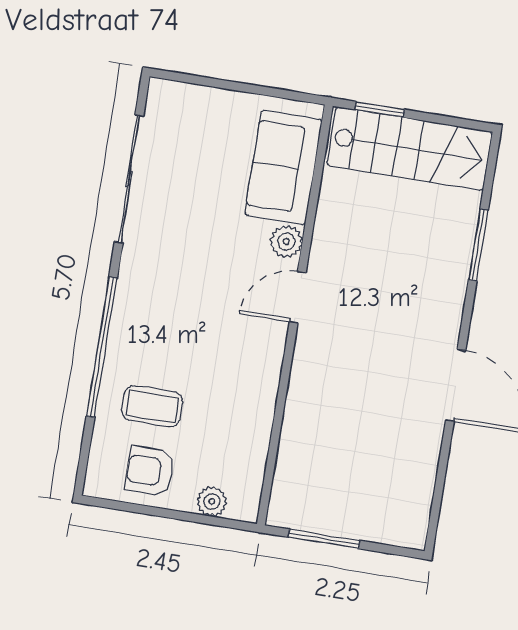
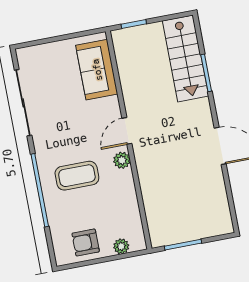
stairs: (410, 149) -> (186, 58), moved, turned 90
plant: (286, 242) -> (122, 160), moved
coffee table: (152, 406) -> (77, 176), moved, width x1.36, depth x1.30

